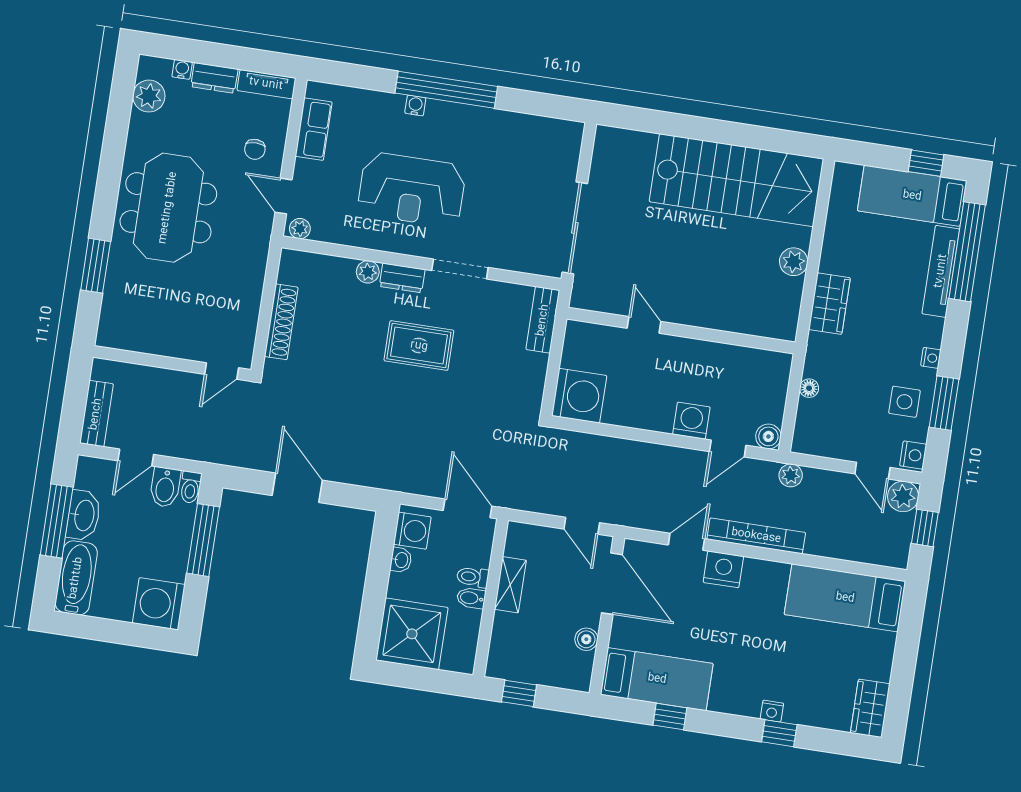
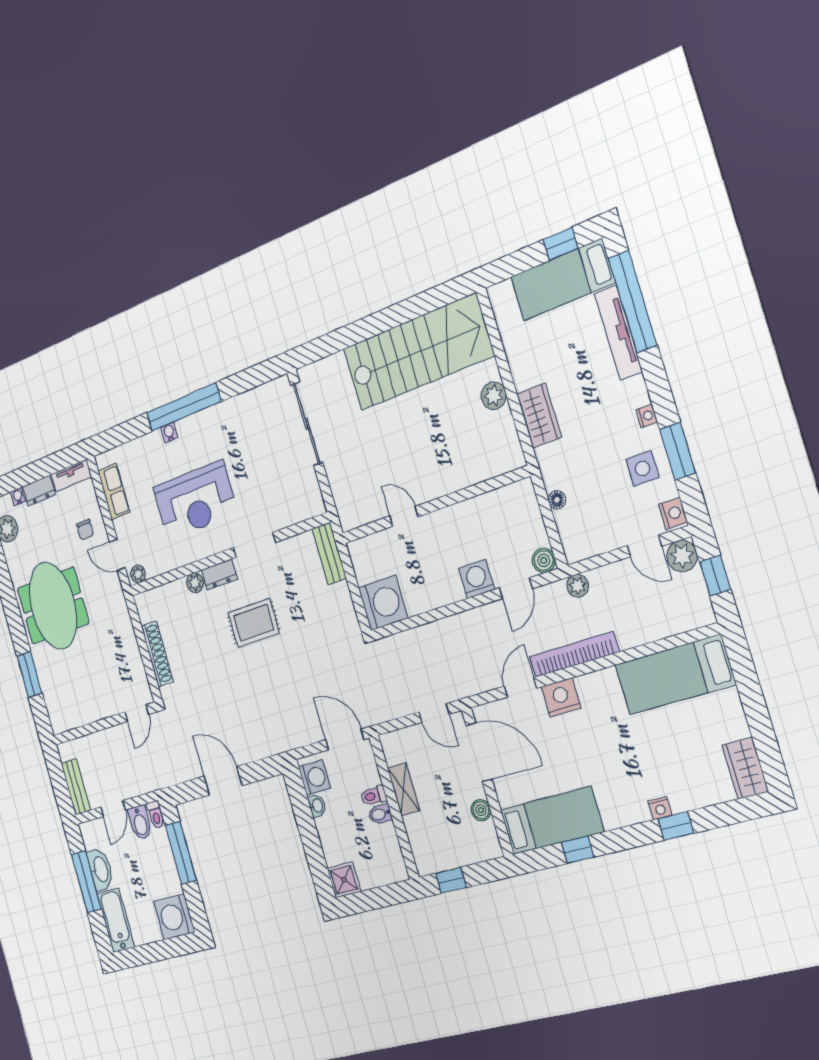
sliding door: (575, 228) -> (307, 424), moved
shower: (412, 634) -> (344, 880), width x0.54, depth x0.54

